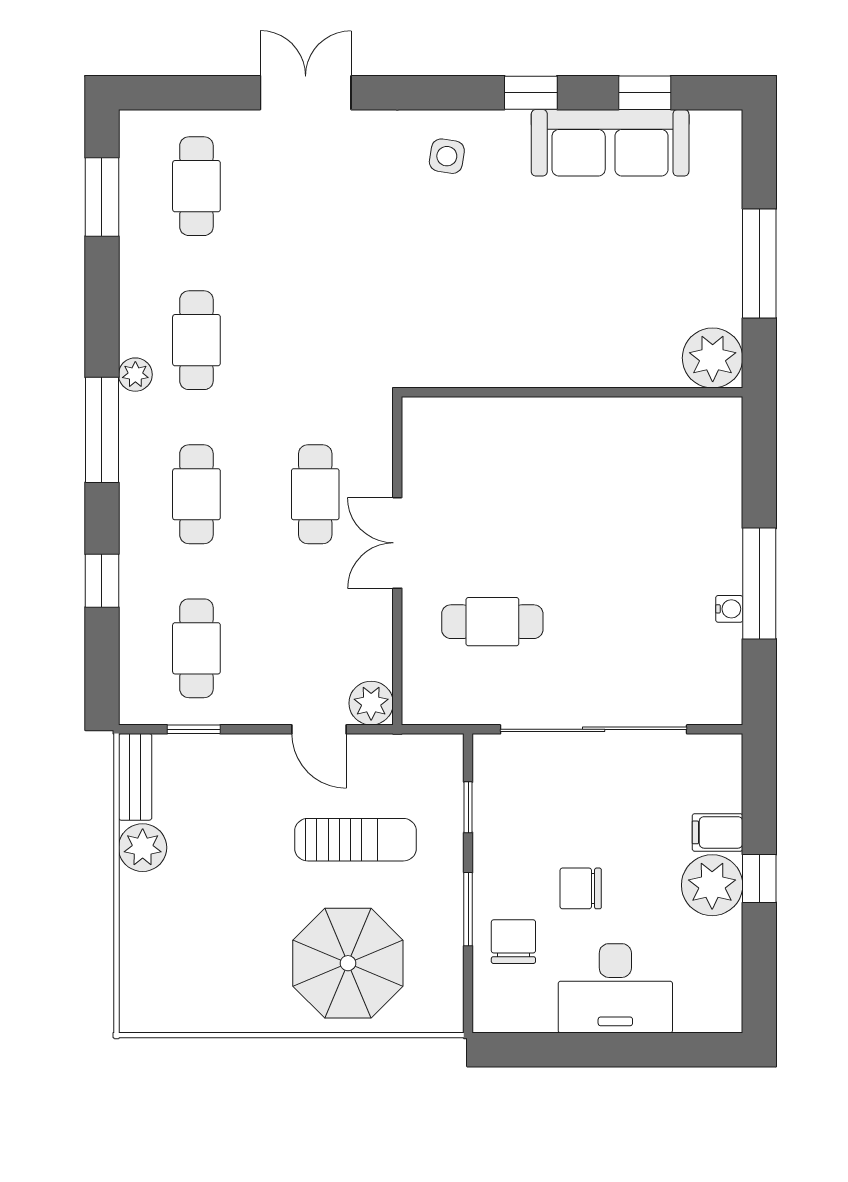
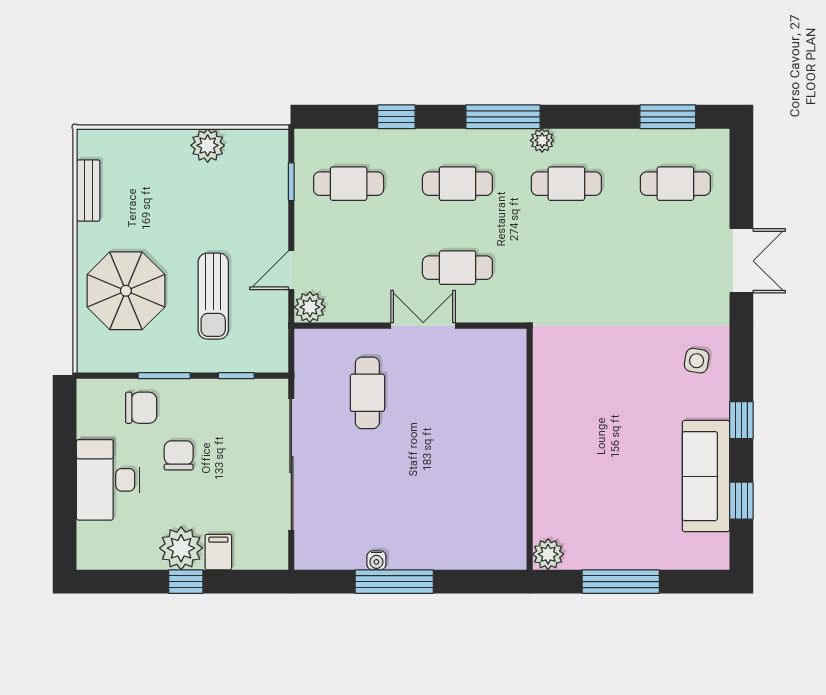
plant: (713, 358) -> (548, 554), width x0.73, depth x0.73
bench: (135, 777) -> (88, 191), moved, turned 90

